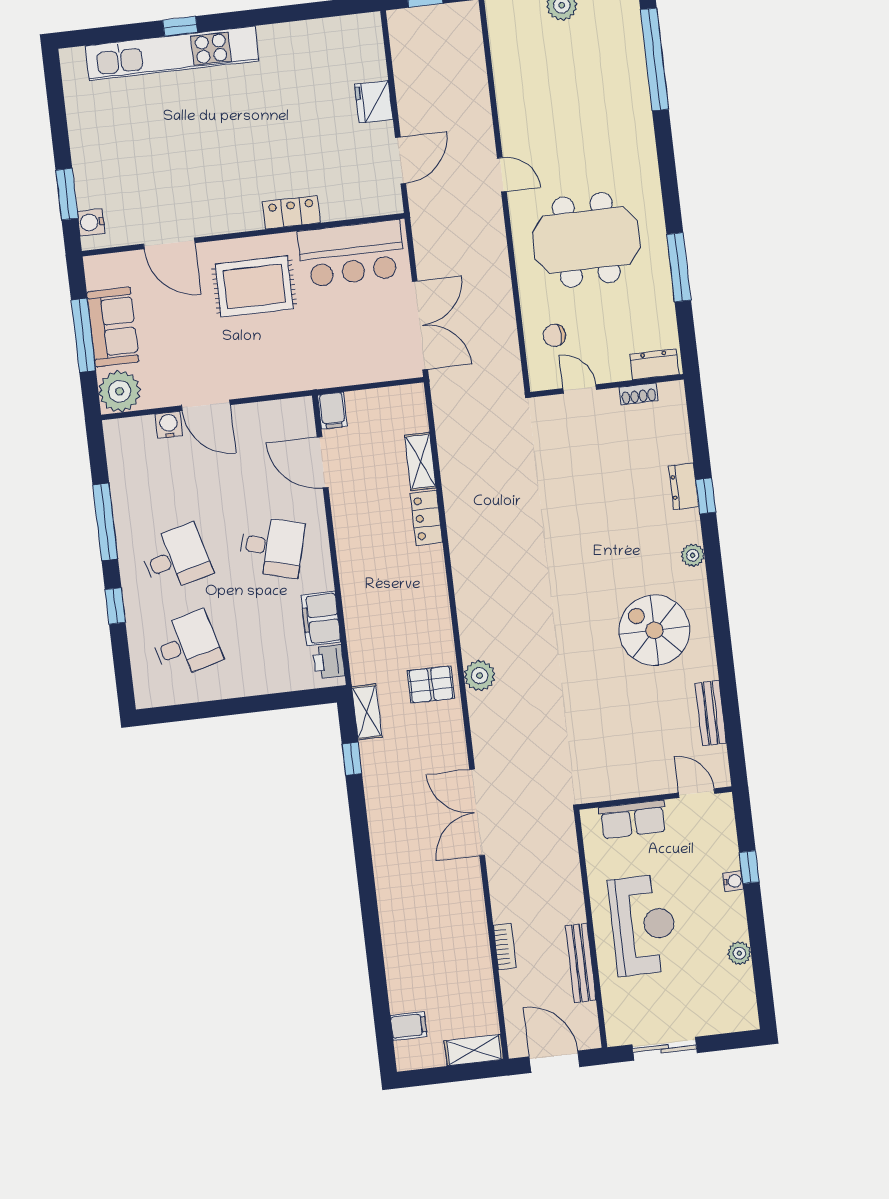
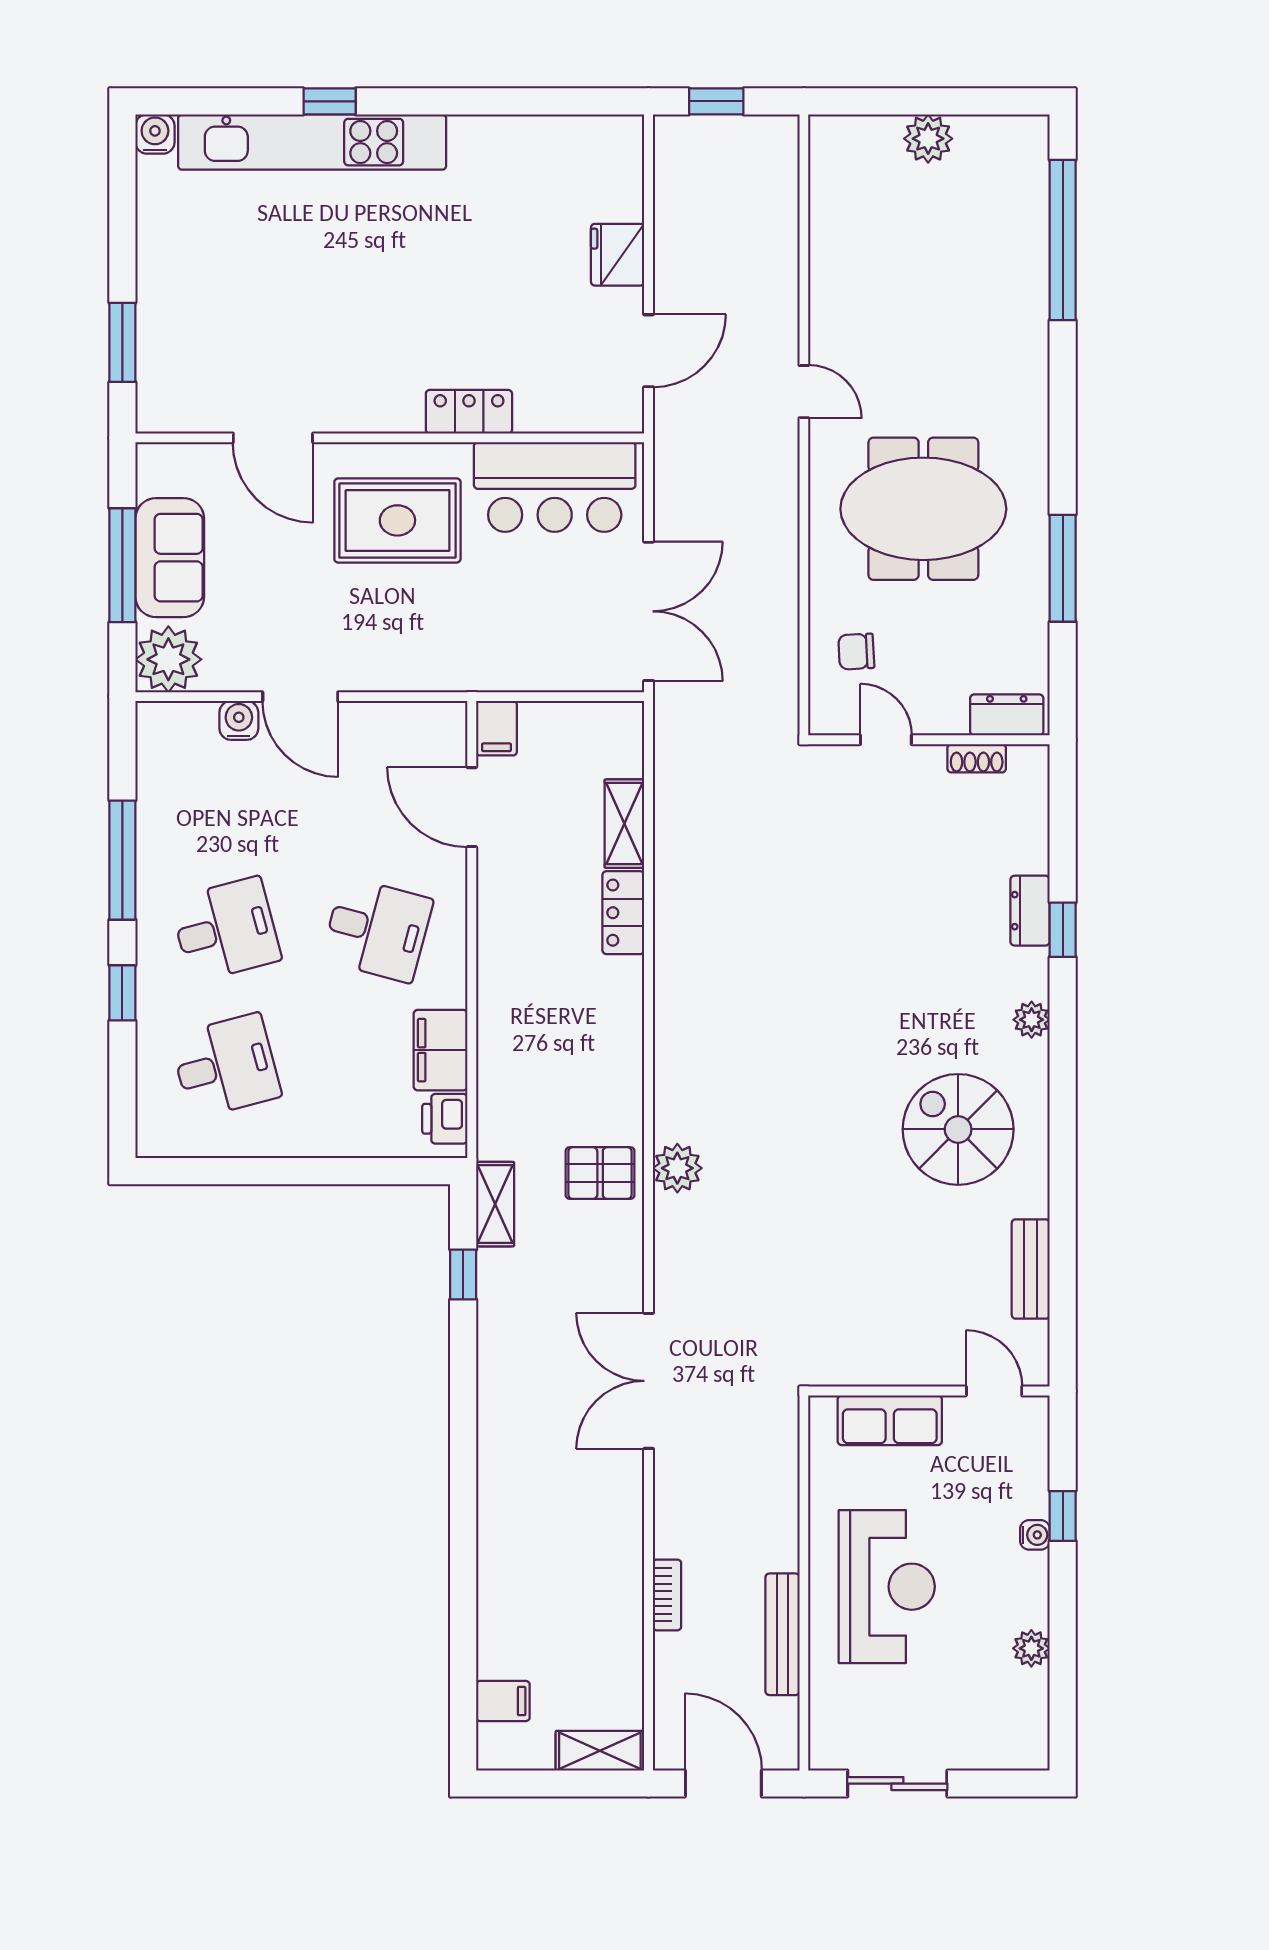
water cooler: (91, 222) -> (155, 134), moved, turned 90

